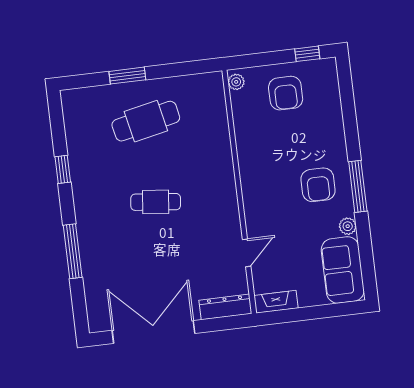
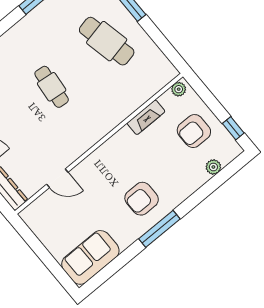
plant: (348, 226) -> (213, 167), moved
fireplace: (276, 302) -> (146, 117), moved, turned 90

